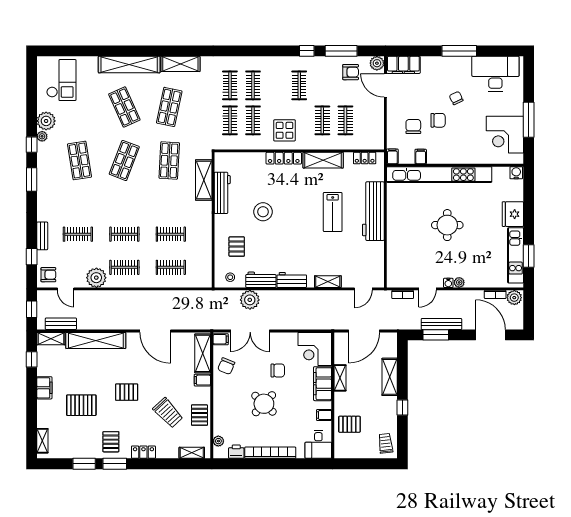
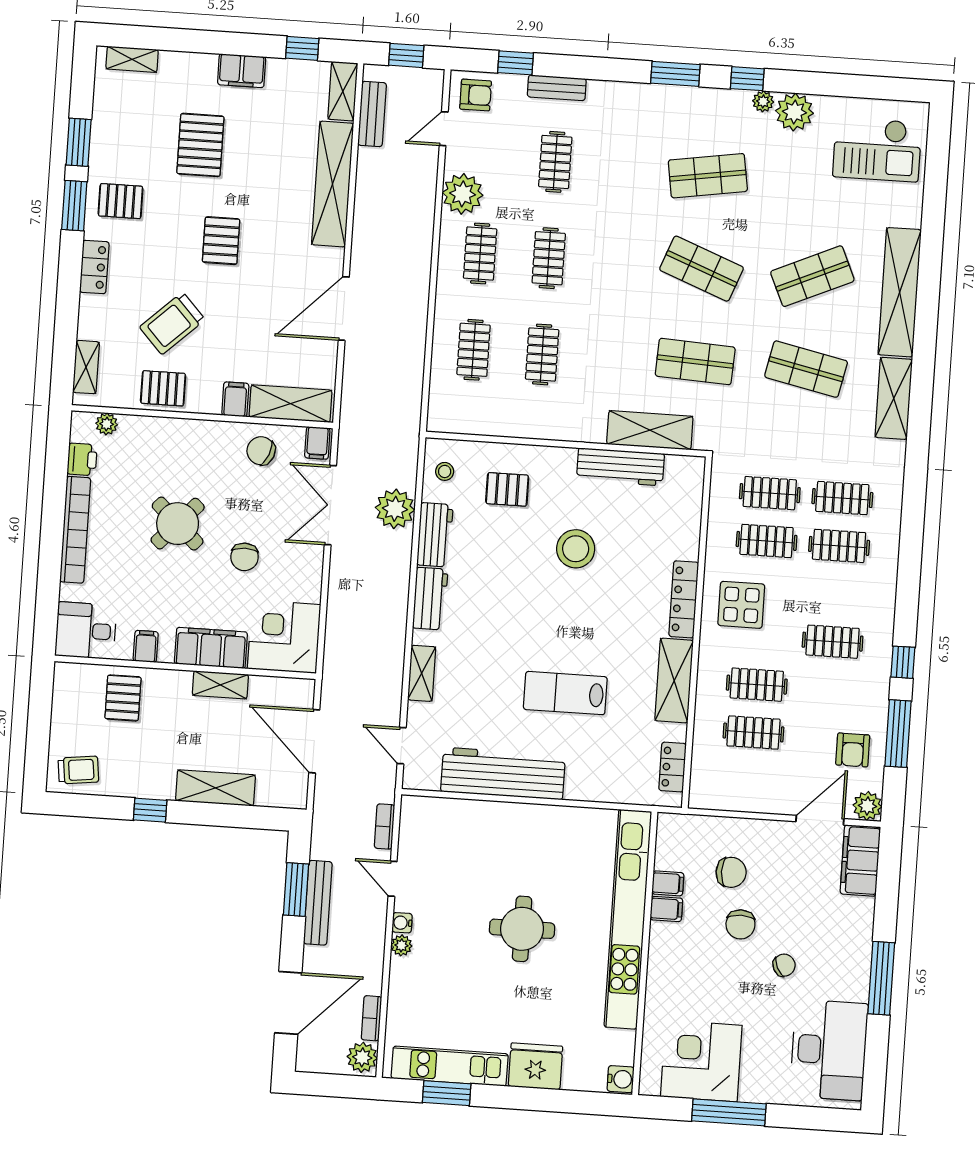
filing cabinet: (392, 156) -> (666, 909), moved
workbench: (373, 211) -> (503, 773), moved
armchair: (48, 275) -> (476, 95), turned -90

